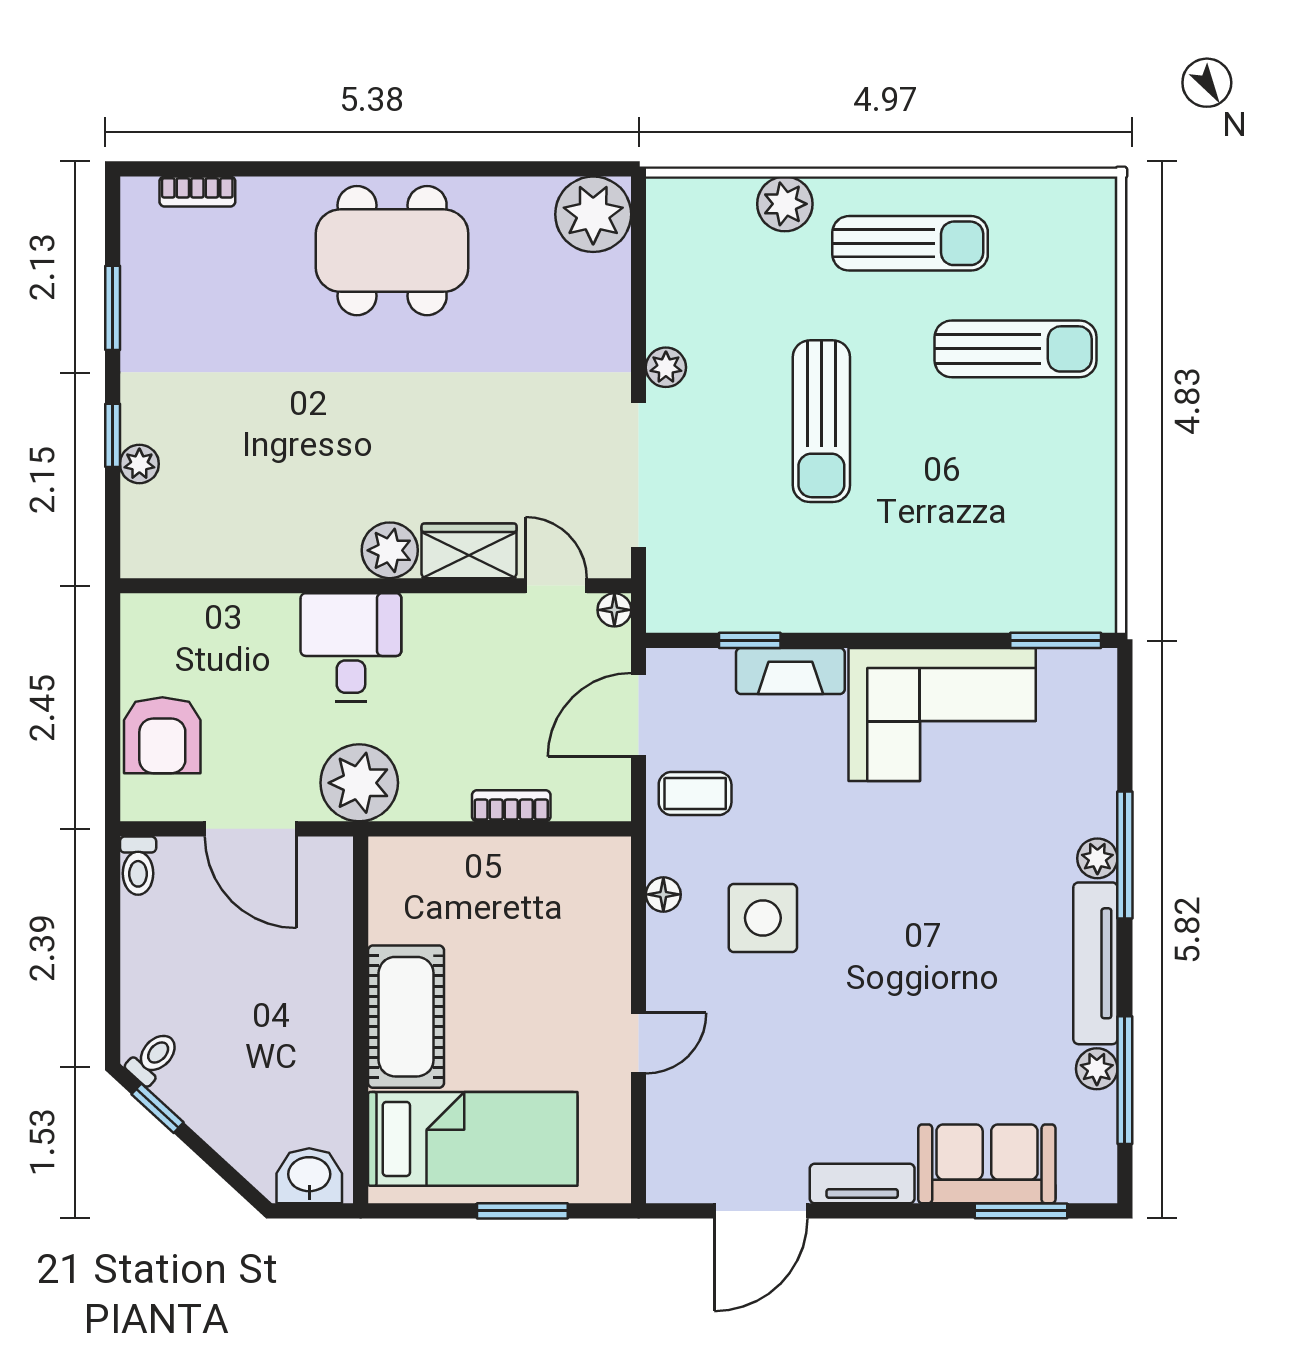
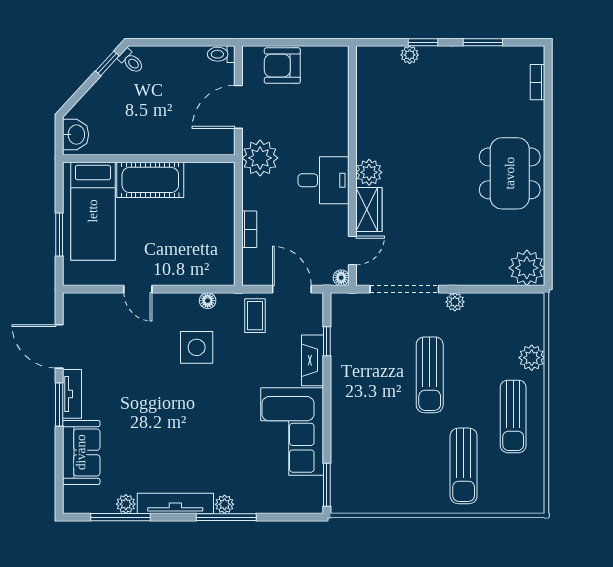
sun lounger: (821, 421) -> (430, 375), turned -90
desk: (351, 647) -> (324, 180), moved
window: (1021, 1211) -> (59, 405), moved

